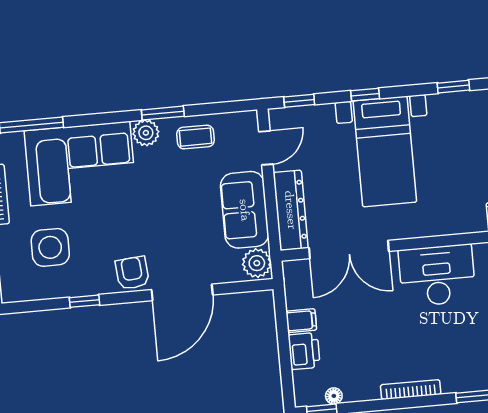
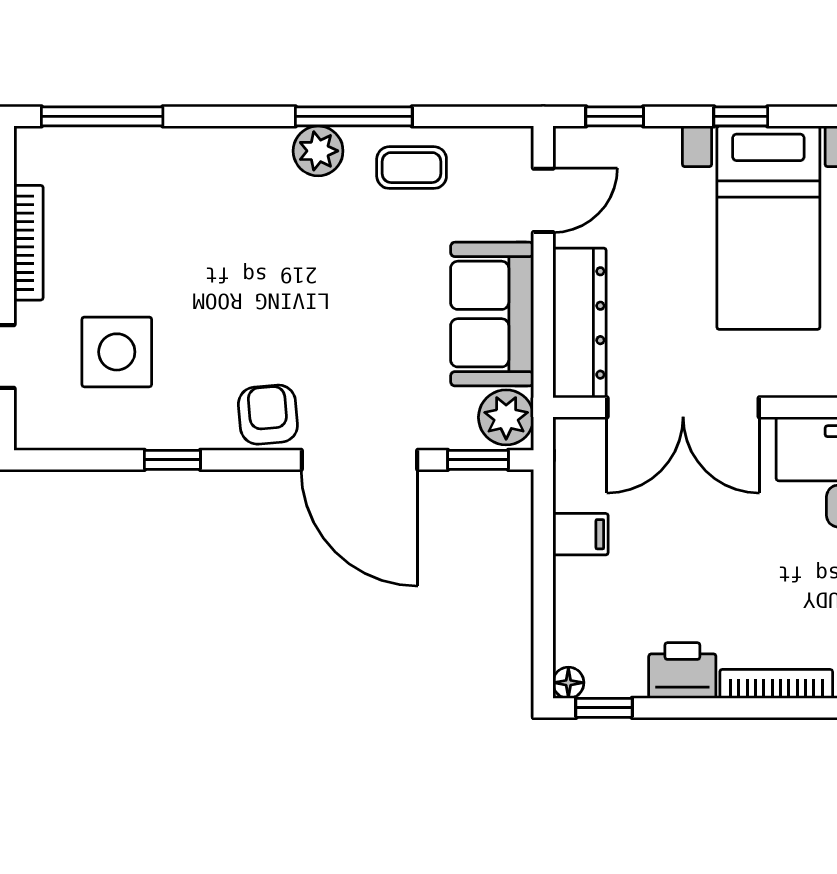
window: (163, 113) -> (354, 116), width x1.44
corner sofa: (80, 164) -> (188, 198), removed
window: (244, 287) -> (478, 460), added
door: (182, 292) -> (359, 460), hinge flipped
printer: (304, 351) -> (682, 671), moved, turned -90
floor lamp: (334, 396) -> (568, 683), moved

